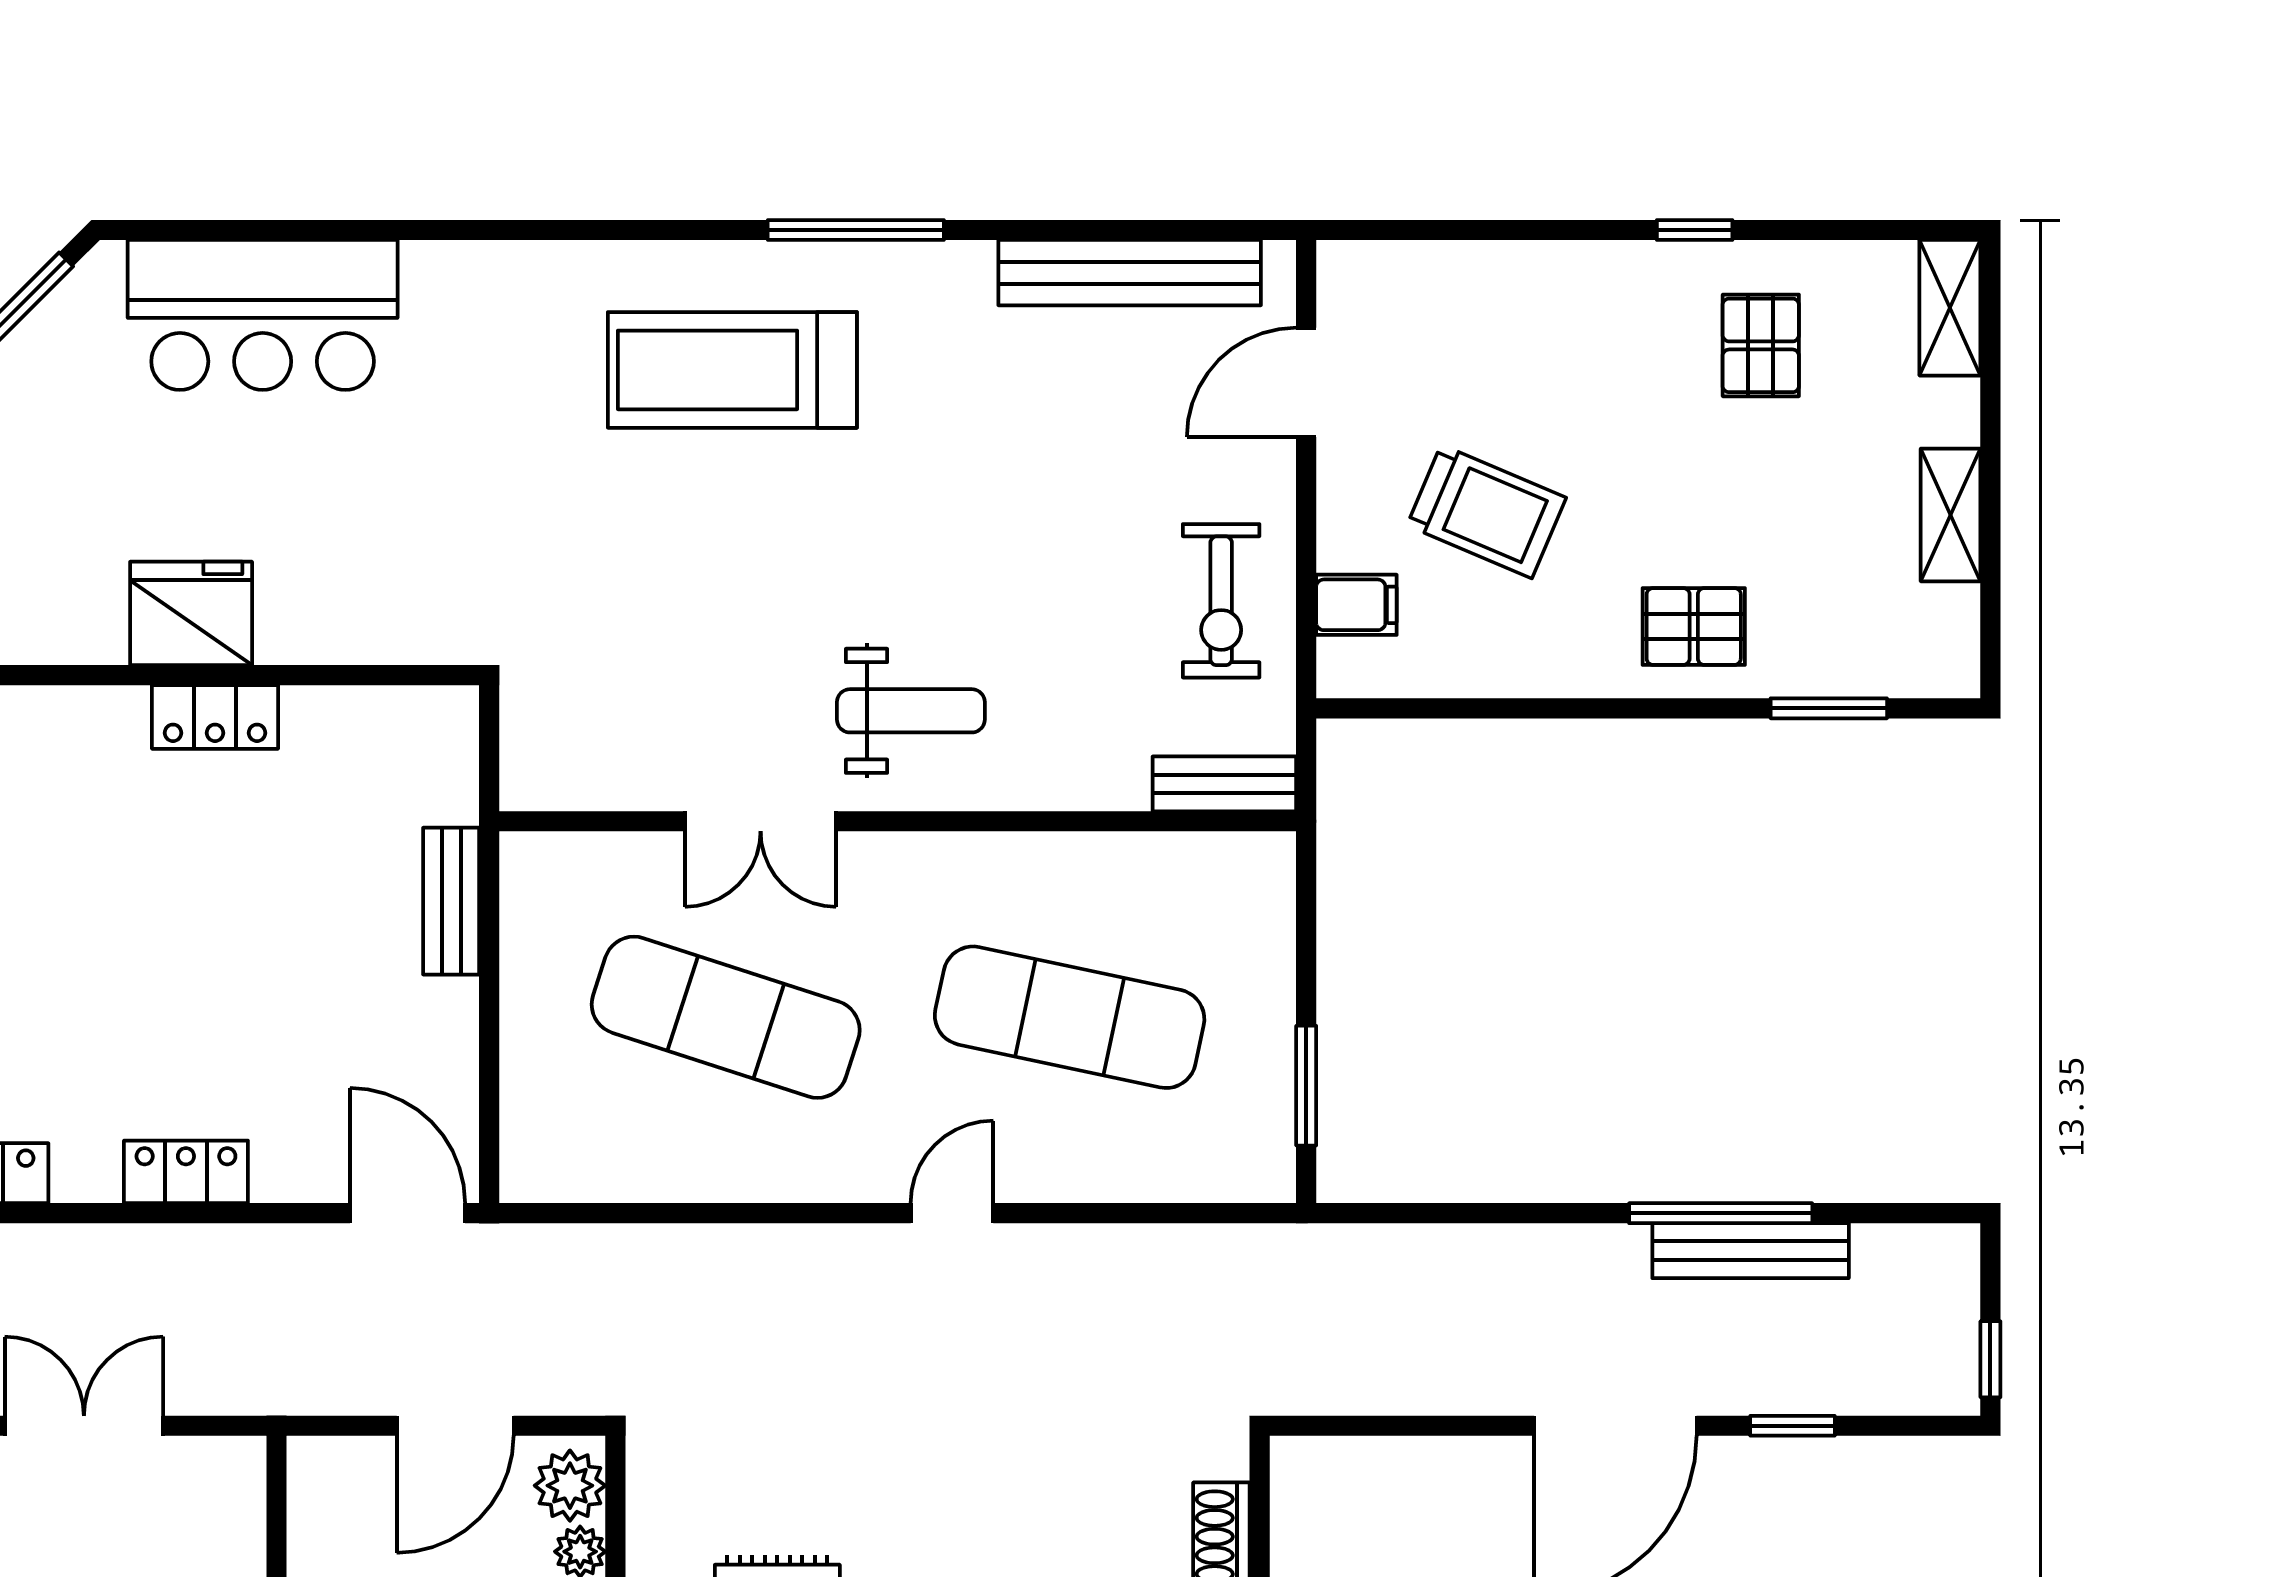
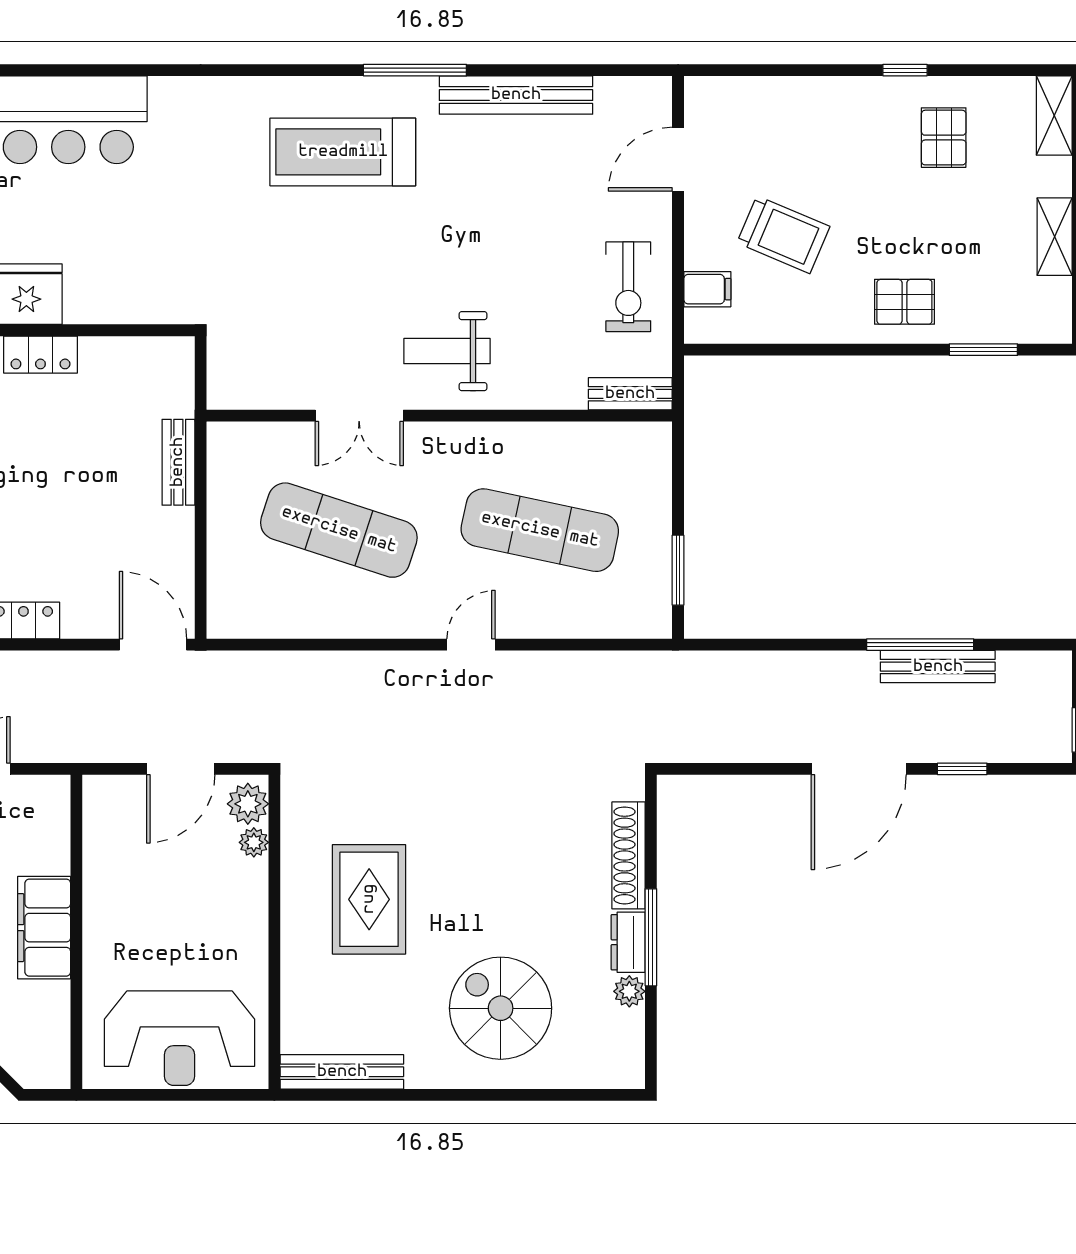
bench: (1130, 273) -> (516, 95), moved
weight bench: (911, 711) -> (447, 351), turned 180

